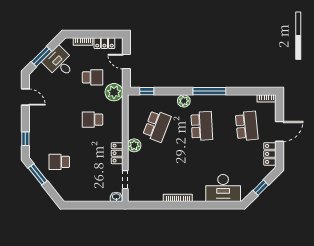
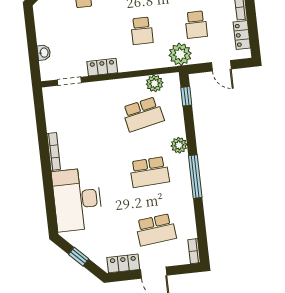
door: (126, 62) -> (221, 66), swing flipped
school desk: (93, 120) -> (142, 31), turned 180
school desk: (157, 126) -> (143, 114), turned -33
plant: (134, 145) -> (155, 83), moved
desk: (223, 188) -> (77, 200), width x1.36, depth x1.30
washbasin: (116, 197) -> (44, 53), moved

